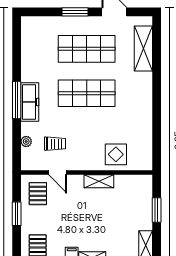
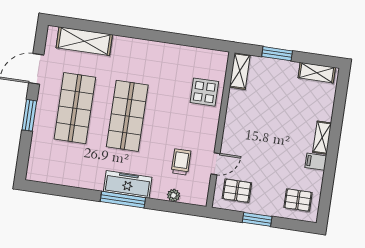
shelving: (99, 181) -> (240, 71), moved

